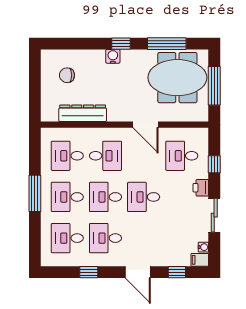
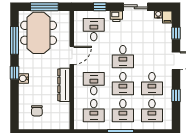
dresser: (83, 113) -> (64, 85), moved
desk: (182, 156) -> (94, 30), turned 180

